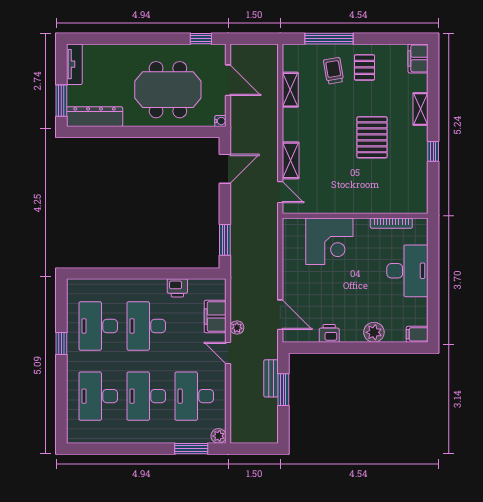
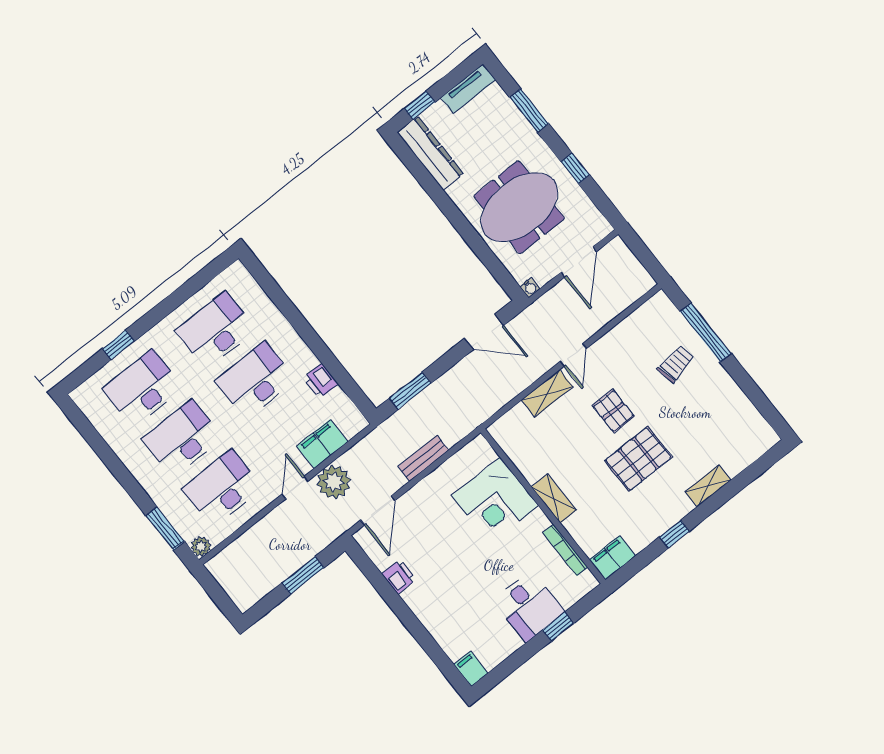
window: (116, 39) -> (529, 110), added
window: (201, 39) -> (575, 168), moved
filing cabinet: (418, 58) -> (612, 558), moved
pallet: (364, 67) -> (613, 411), moved, turned 90
meeting table: (168, 90) -> (519, 207), turned 90
shelving: (290, 90) -> (554, 499), moved, turned 90
window: (61, 101) -> (420, 105), width x0.67
door: (280, 192) -> (573, 355), moved
window: (433, 263) -> (558, 627), added
desk: (407, 271) -> (529, 606), width x0.73
plant: (237, 328) -> (334, 482), width x1.87, depth x1.87
plant: (374, 332) -> (437, 622), removed
window: (61, 344) -> (118, 345), moved
bench: (271, 378) -> (423, 458), moved

